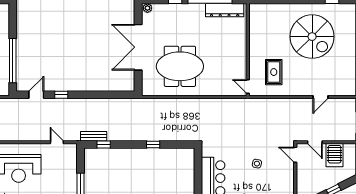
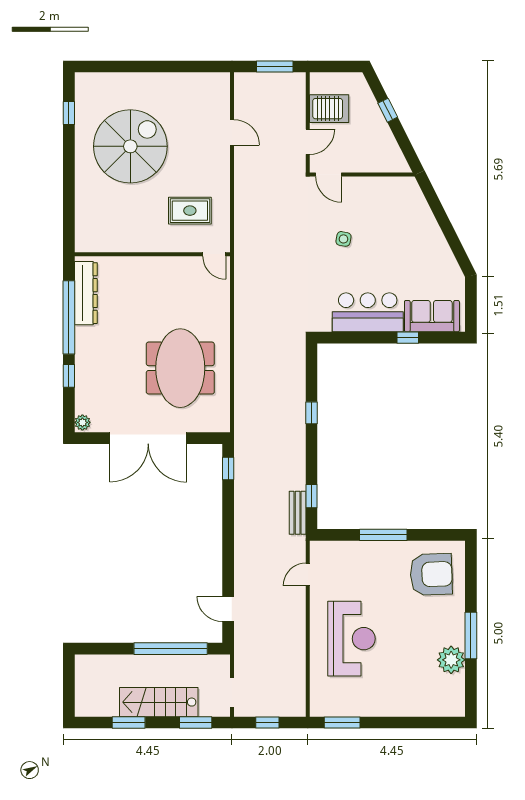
door: (248, 87) -> (214, 254), hinge flipped
window: (61, 95) -> (228, 468), moved
door: (295, 155) -> (329, 175), hinge flipped

